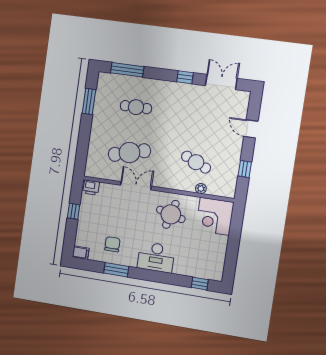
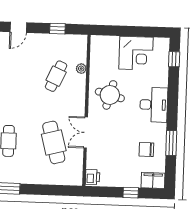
window: (74, 211) -> (131, 193), moved
corner desk: (215, 216) -> (136, 53), moved
filing cabinet: (81, 253) -> (153, 180), width x2.00

